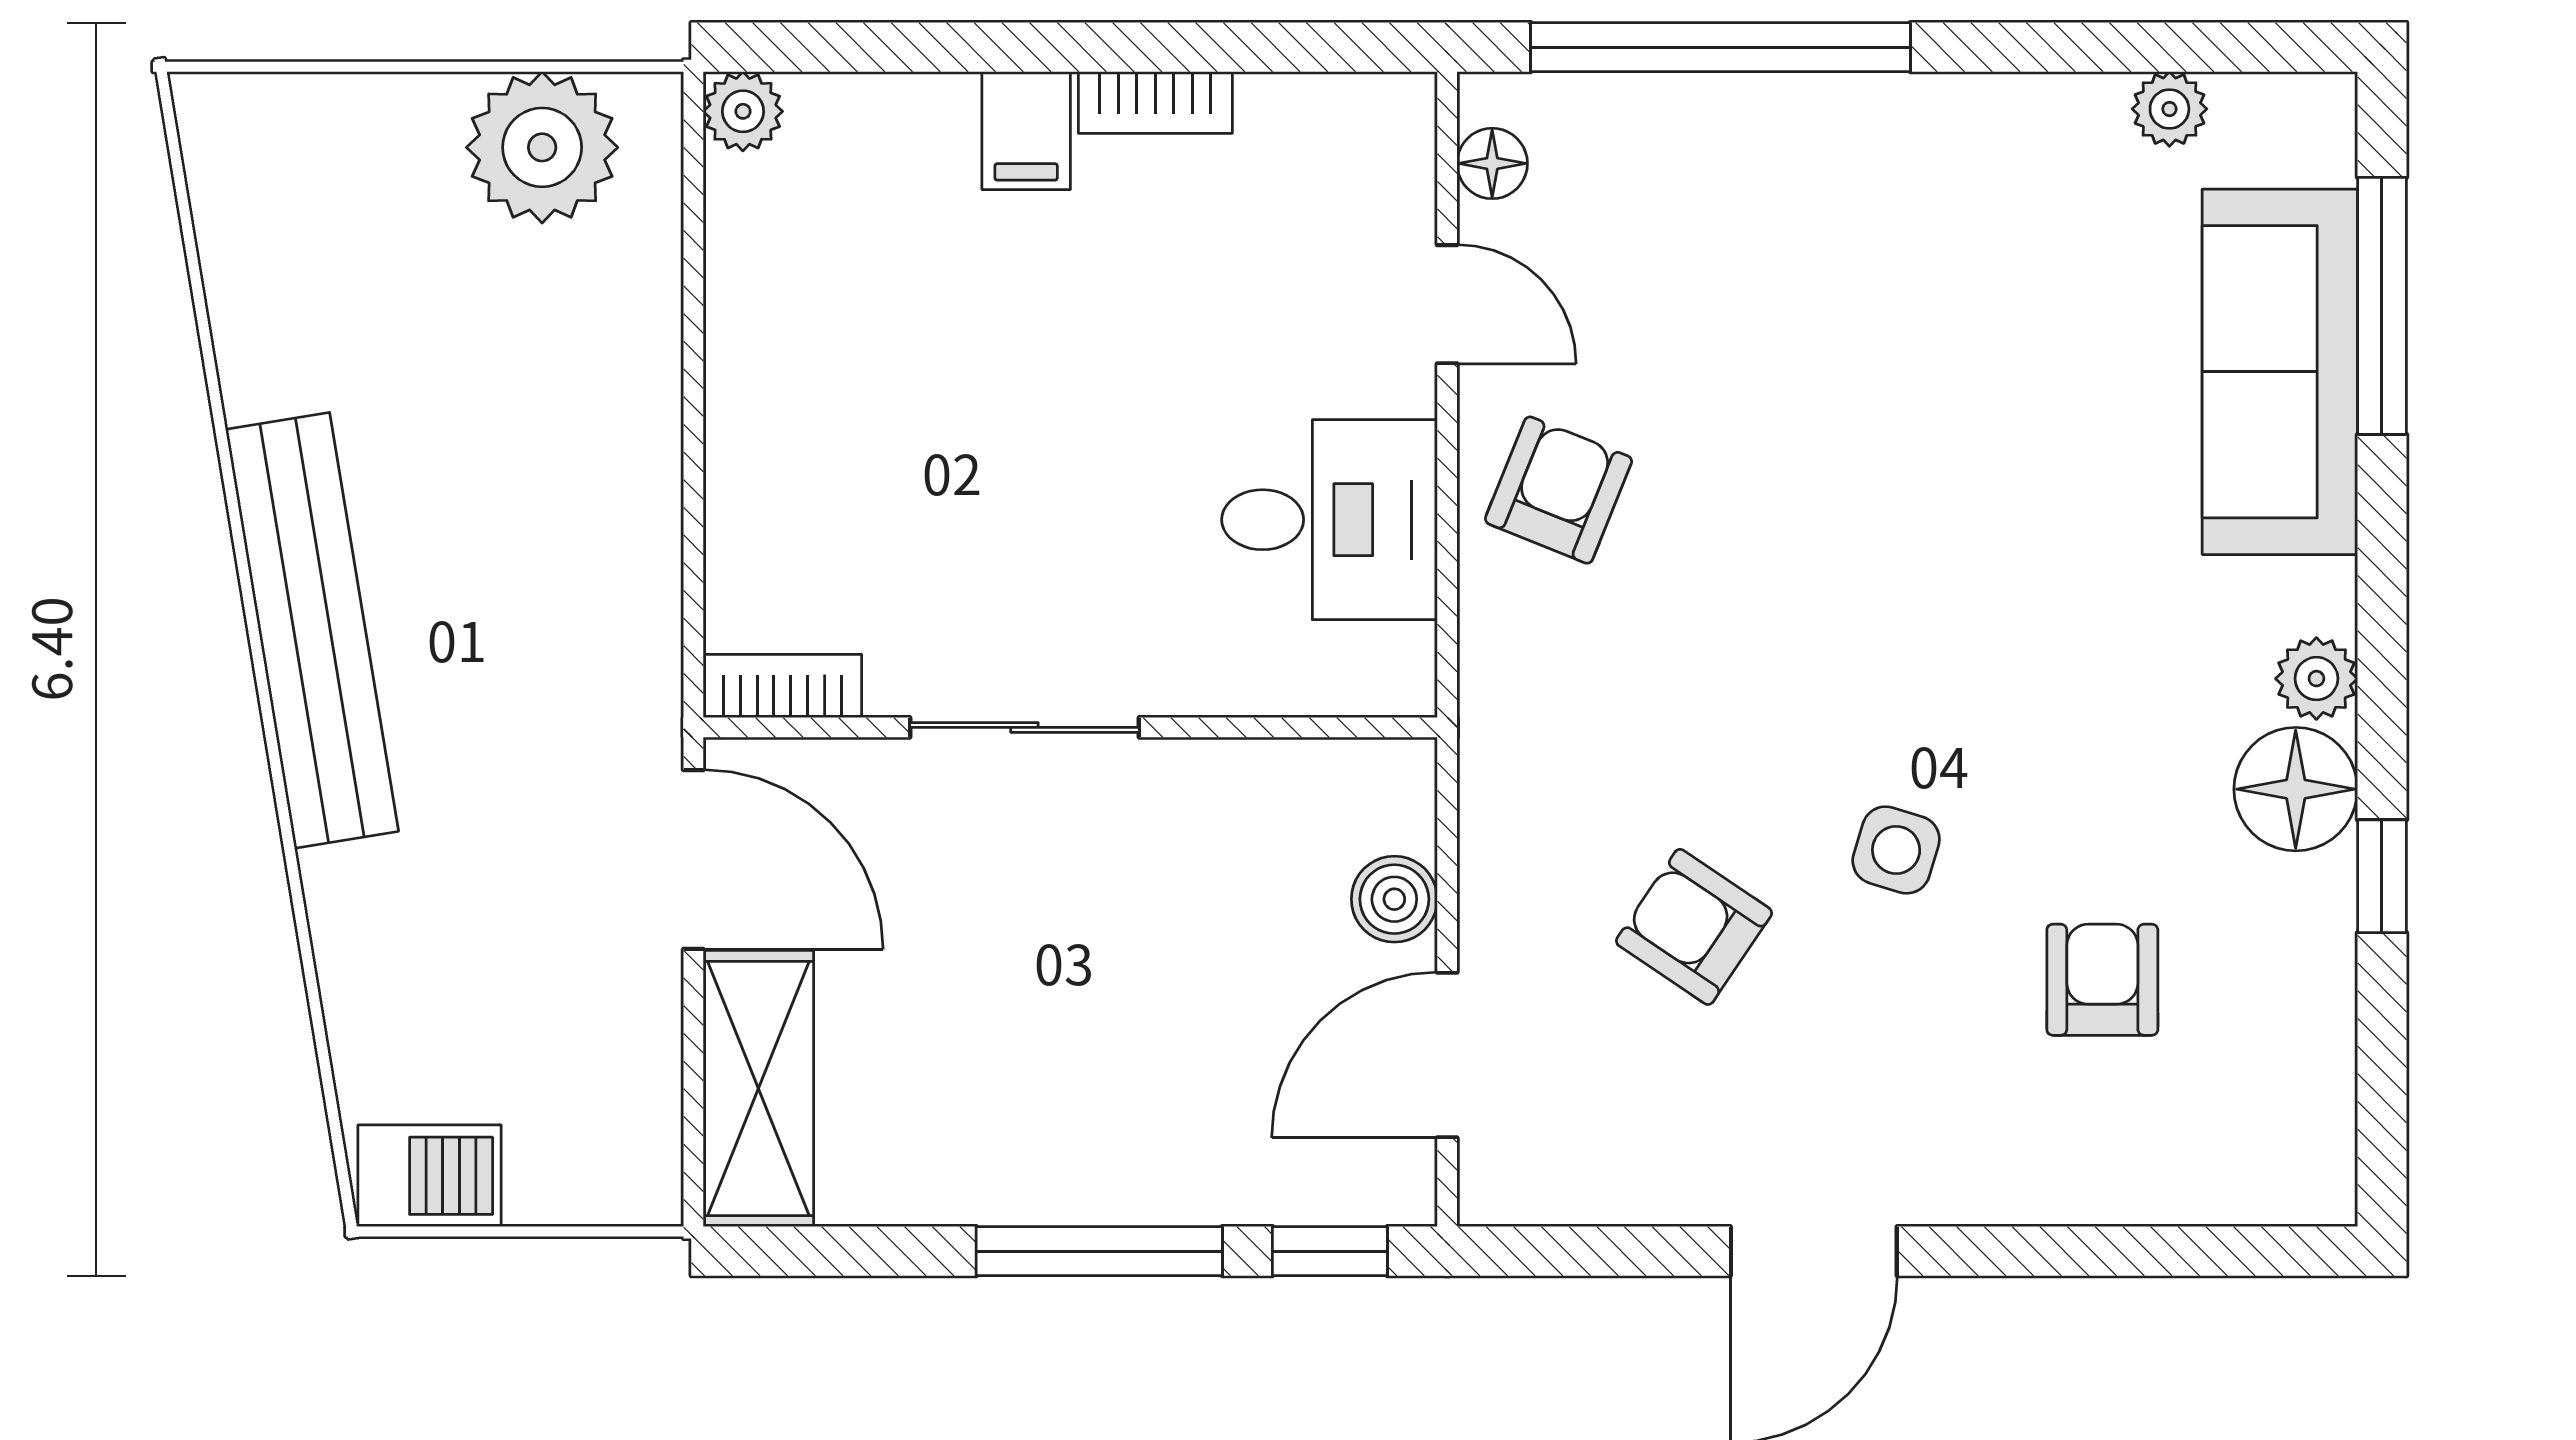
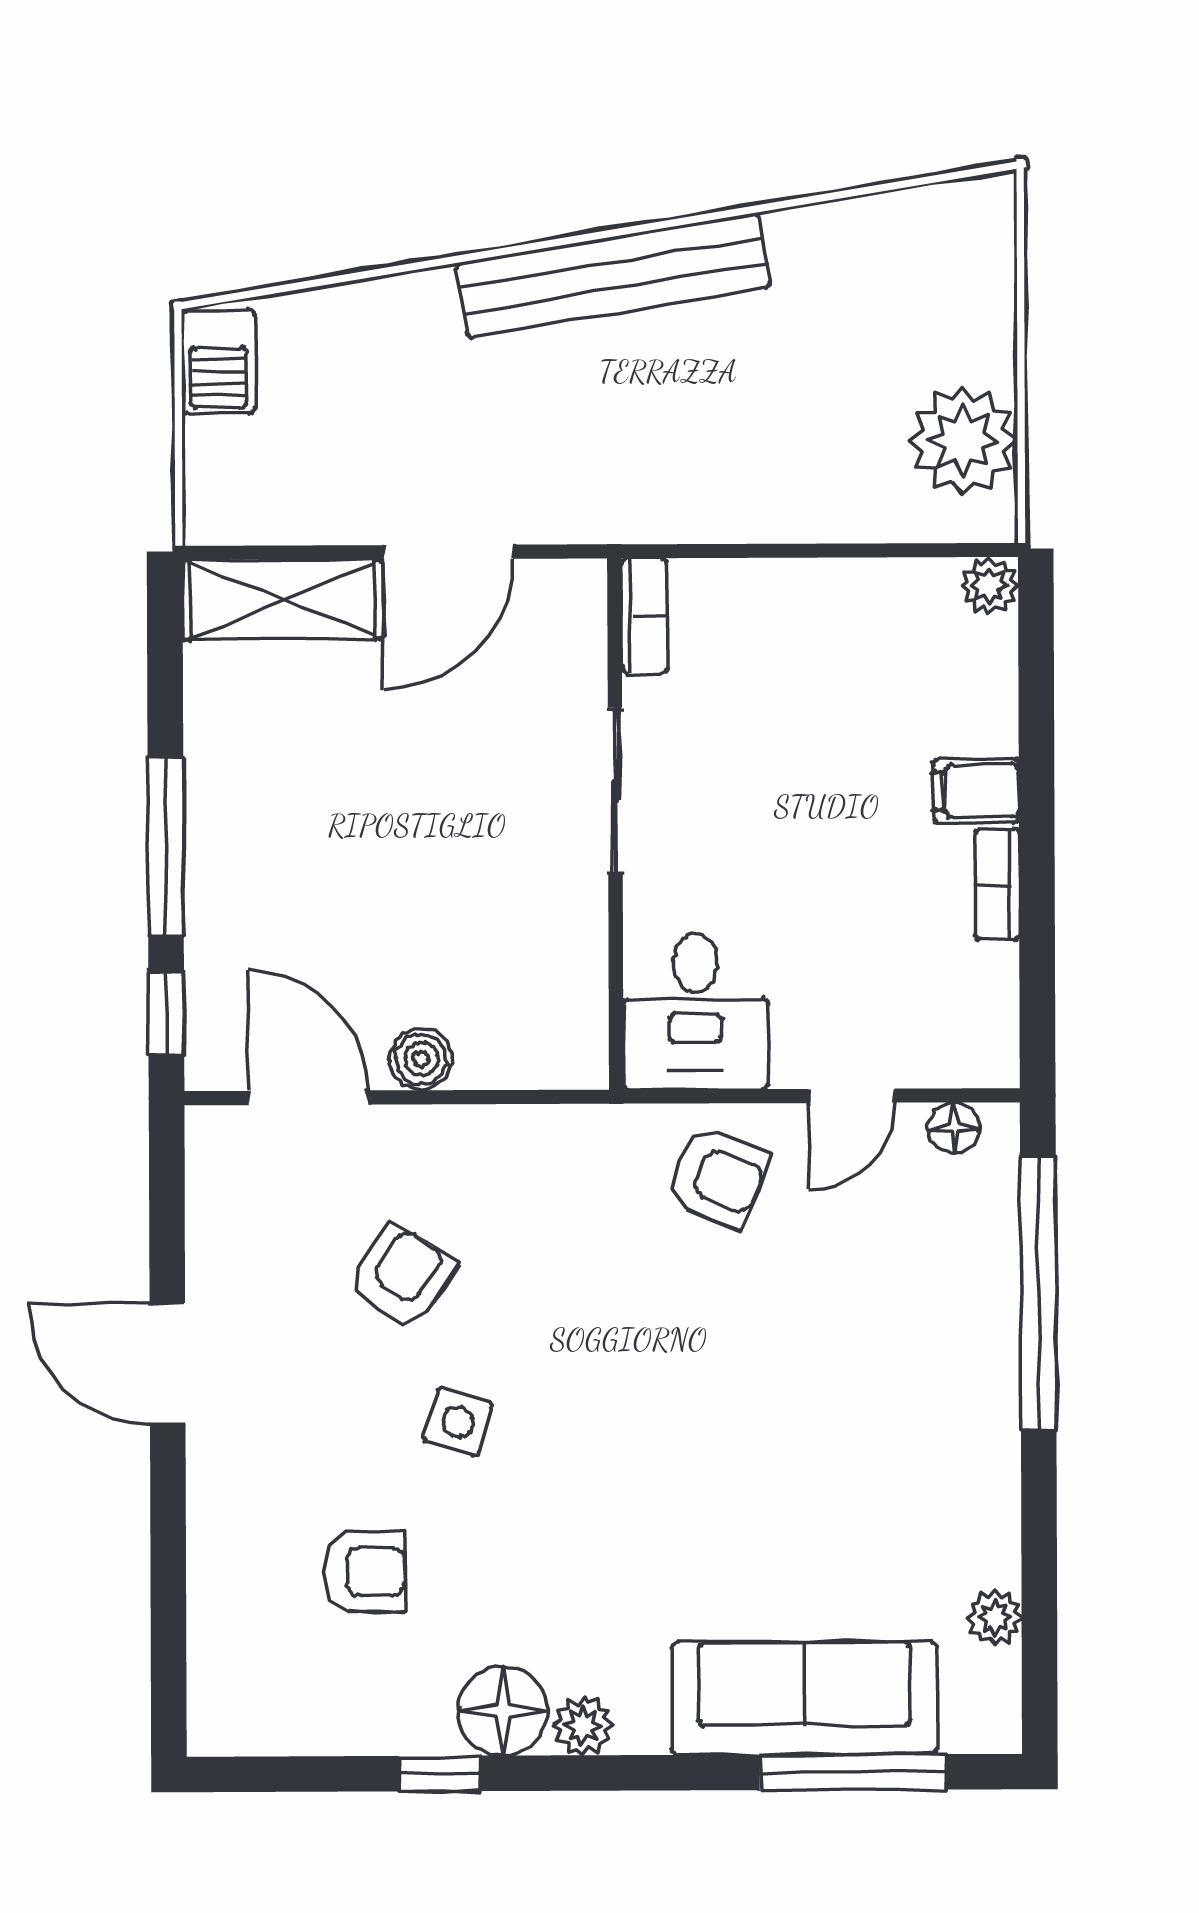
bookcase: (782, 686) -> (645, 616), moved
sliding door: (1024, 727) -> (615, 791), moved
wall: (1070, 727) -> (615, 824), moved

